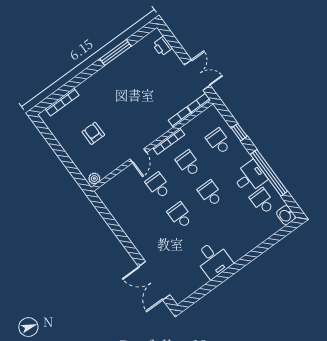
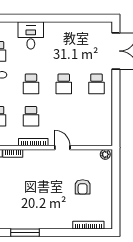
door: (138, 156) -> (62, 148), hinge flipped
school desk: (158, 186) -> (97, 84), moved
desk: (213, 259) -> (31, 35), moved

